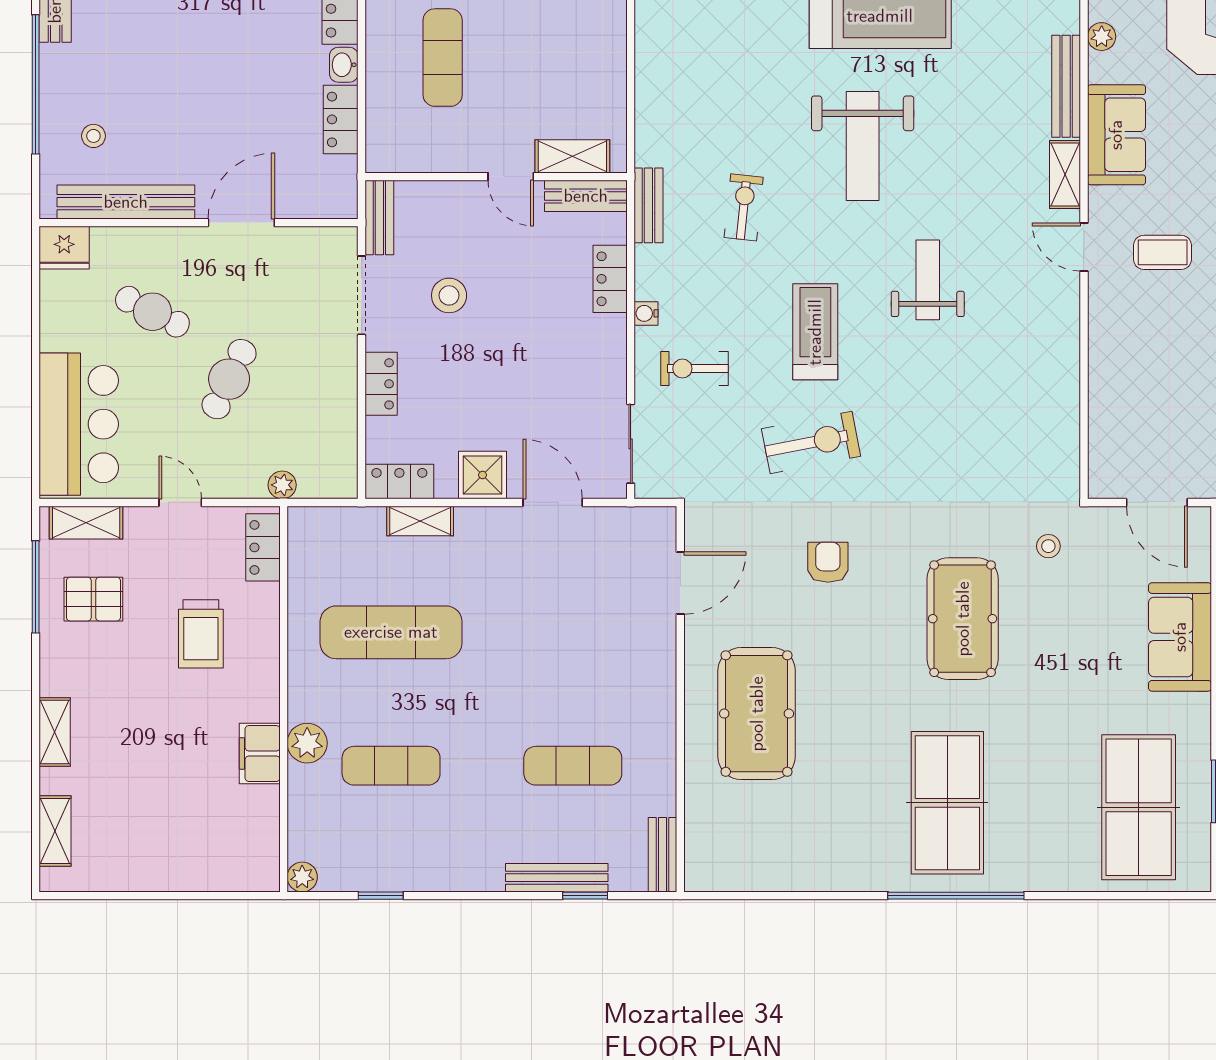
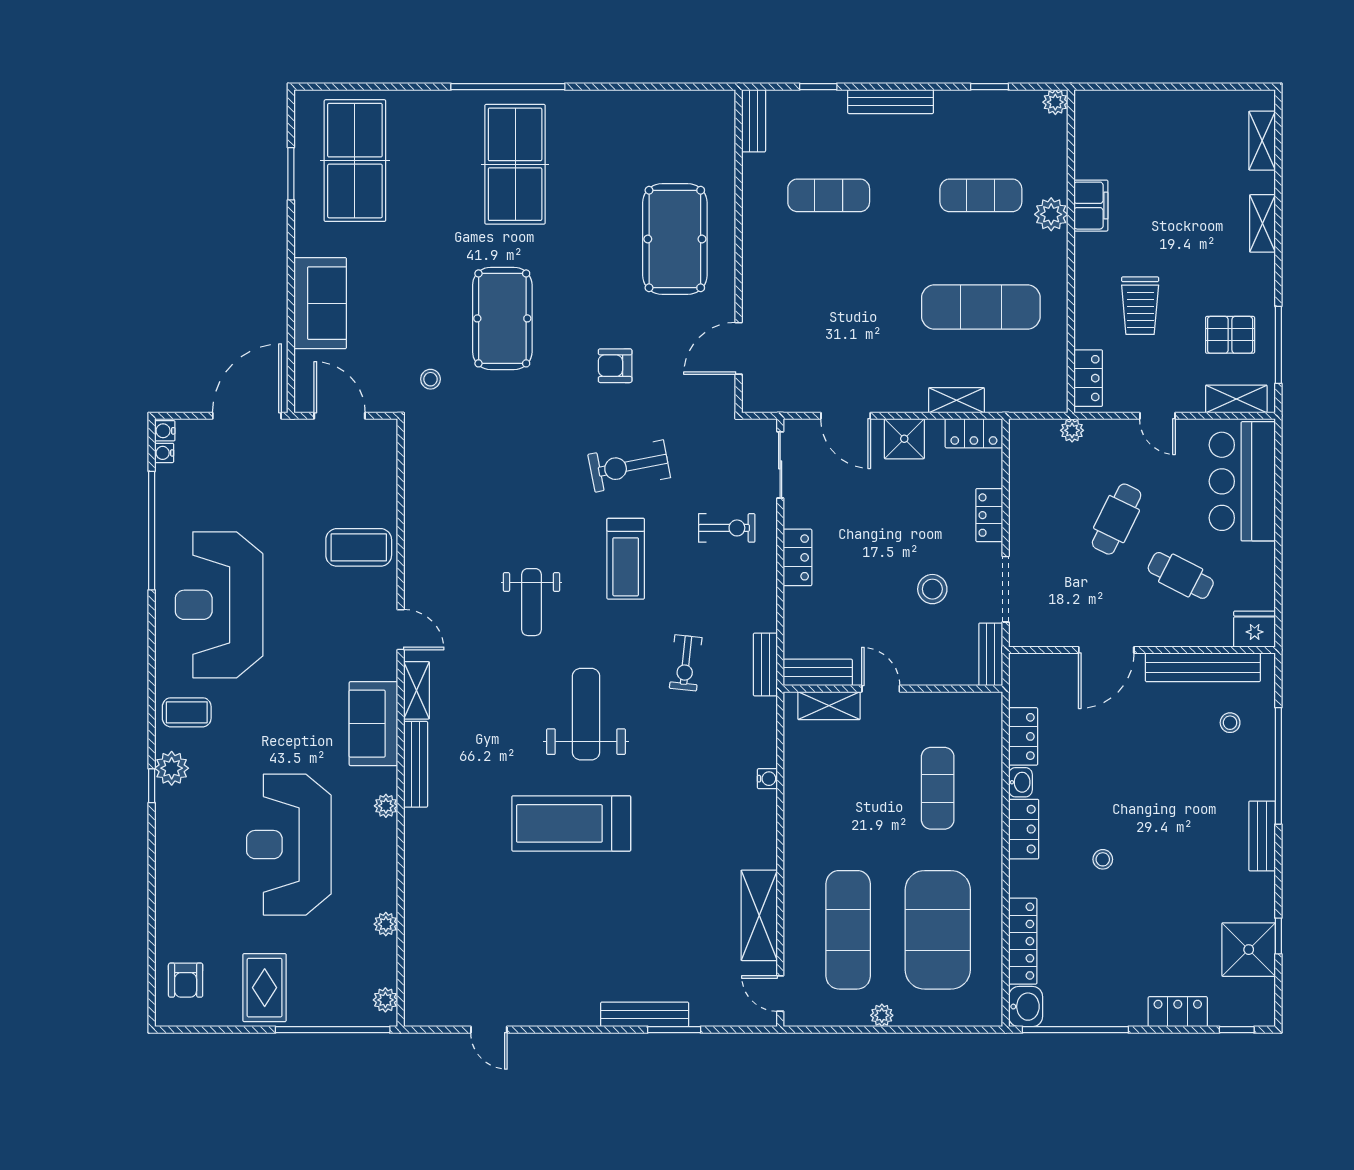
coffee table: (1163, 252) -> (359, 547), moved, width x1.36, depth x1.30
locker: (610, 279) -> (797, 557), moved
water cooler: (646, 313) -> (767, 779), moved
armchair: (828, 562) -> (615, 366), turned 90
trolley: (201, 634) -> (1140, 306), turned 180
bench: (557, 878) -> (891, 102), moved

